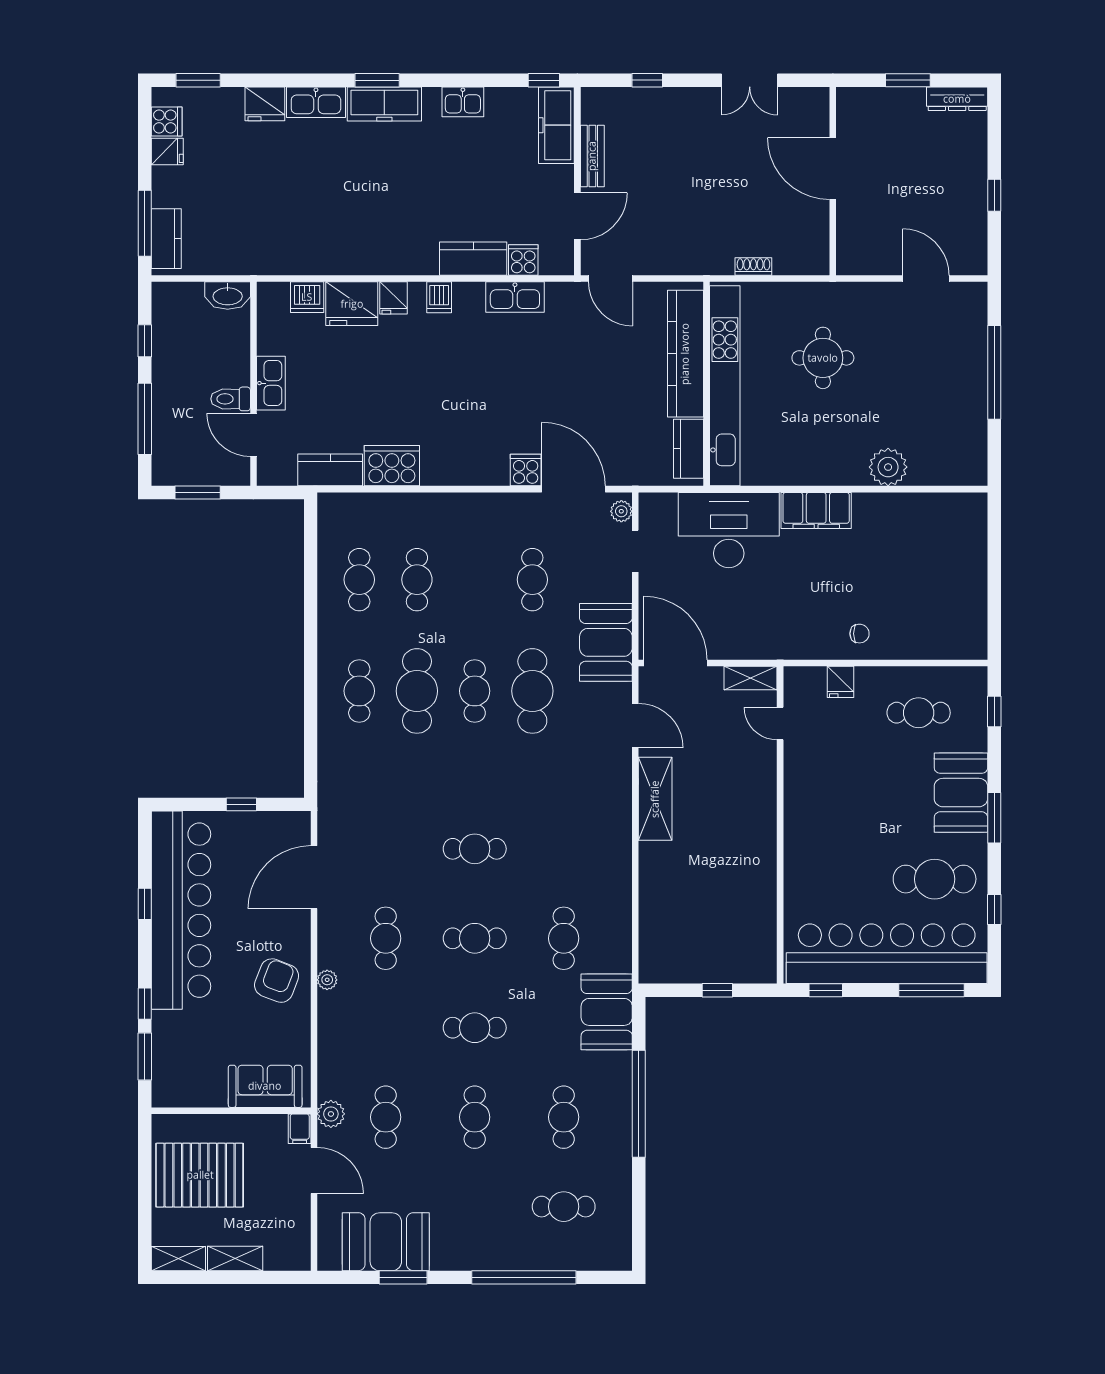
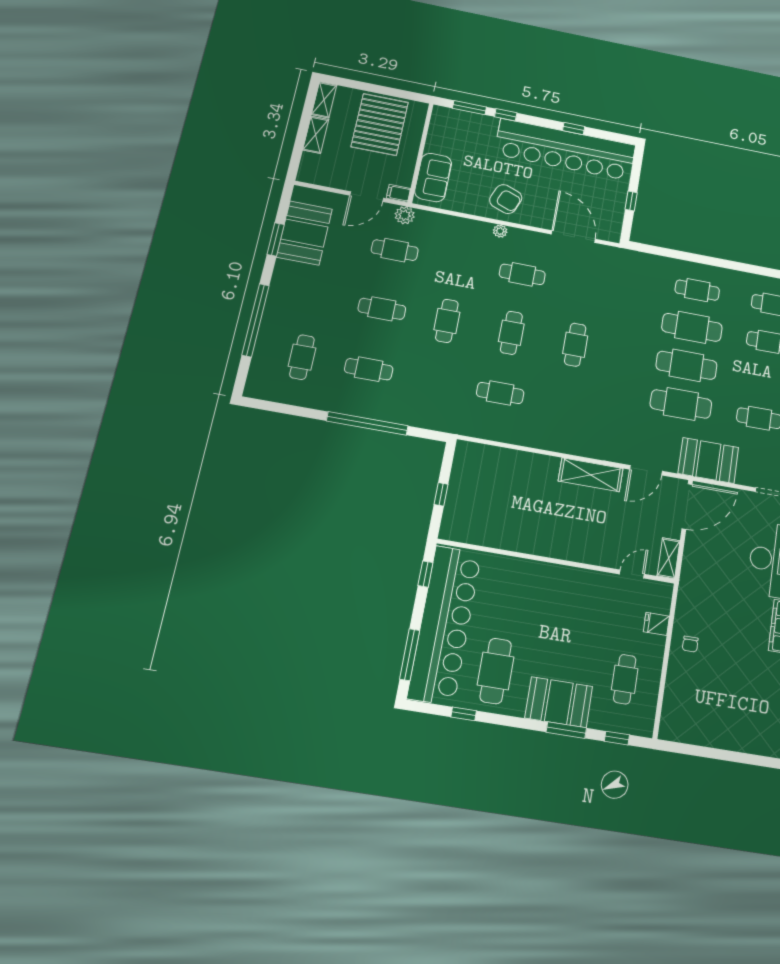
cafe table: (475, 691) -> (686, 365), width x1.37, depth x1.35
window: (994, 818) -> (566, 730), moved
booth: (607, 1012) -> (440, 413), removed

